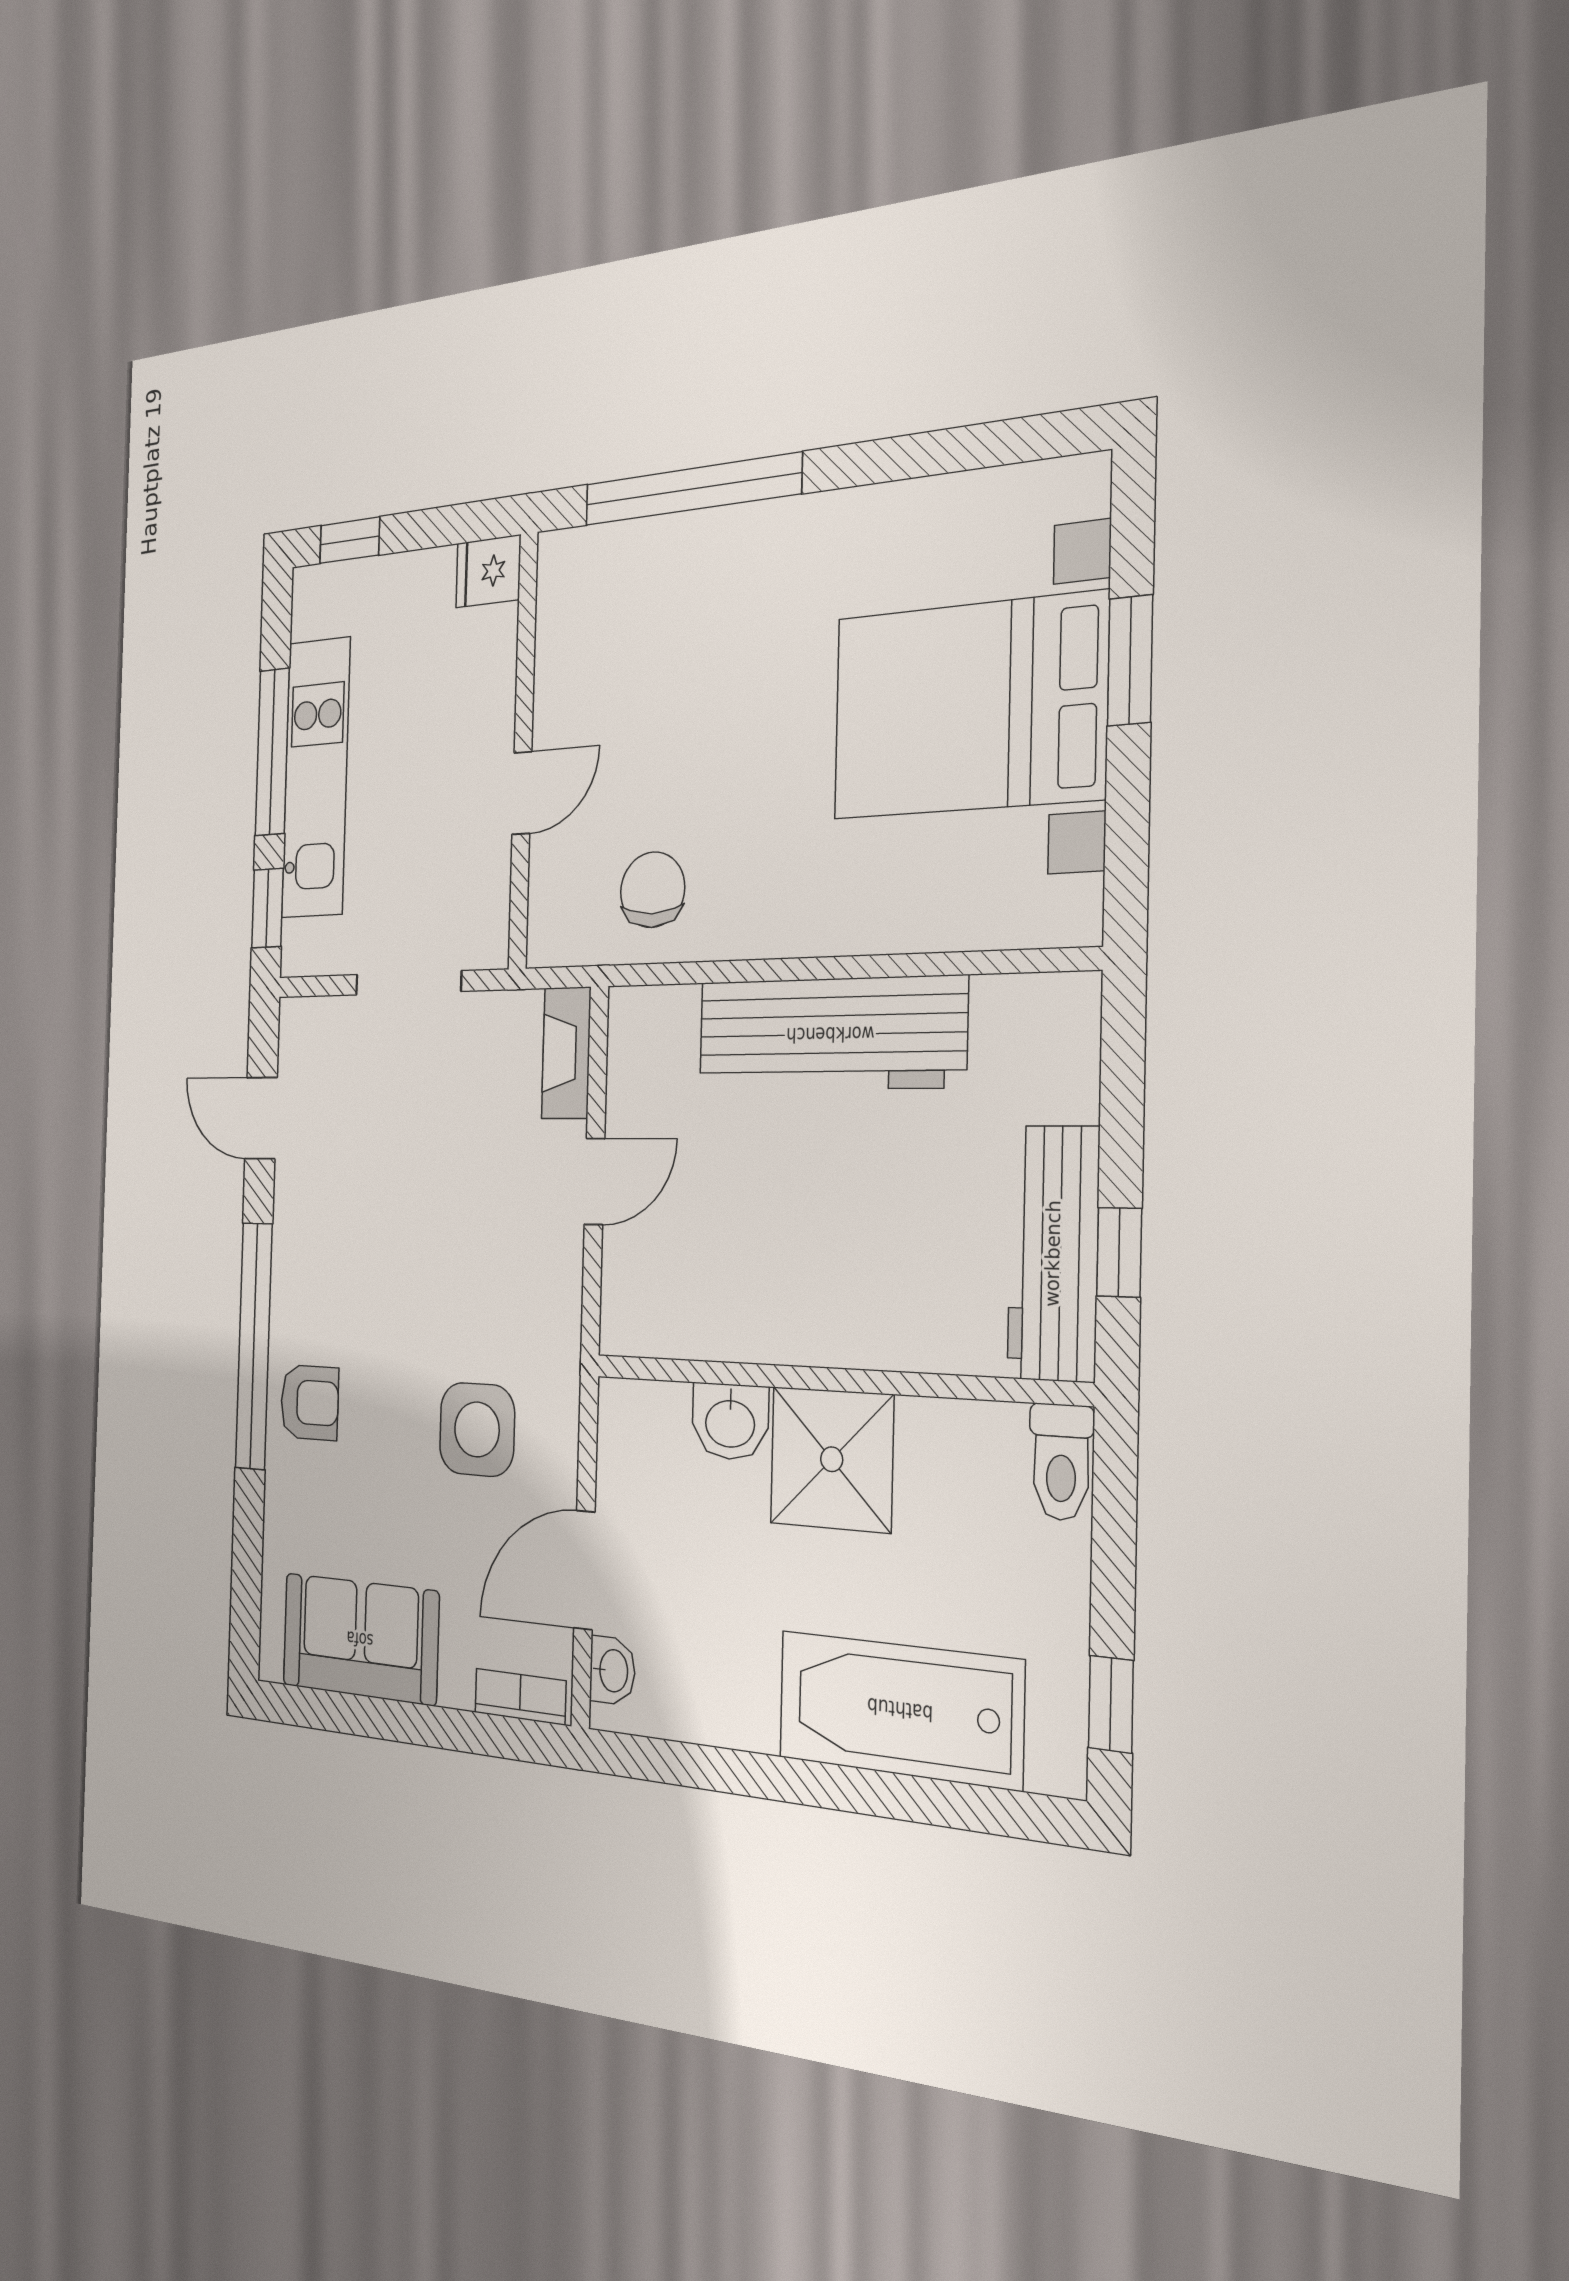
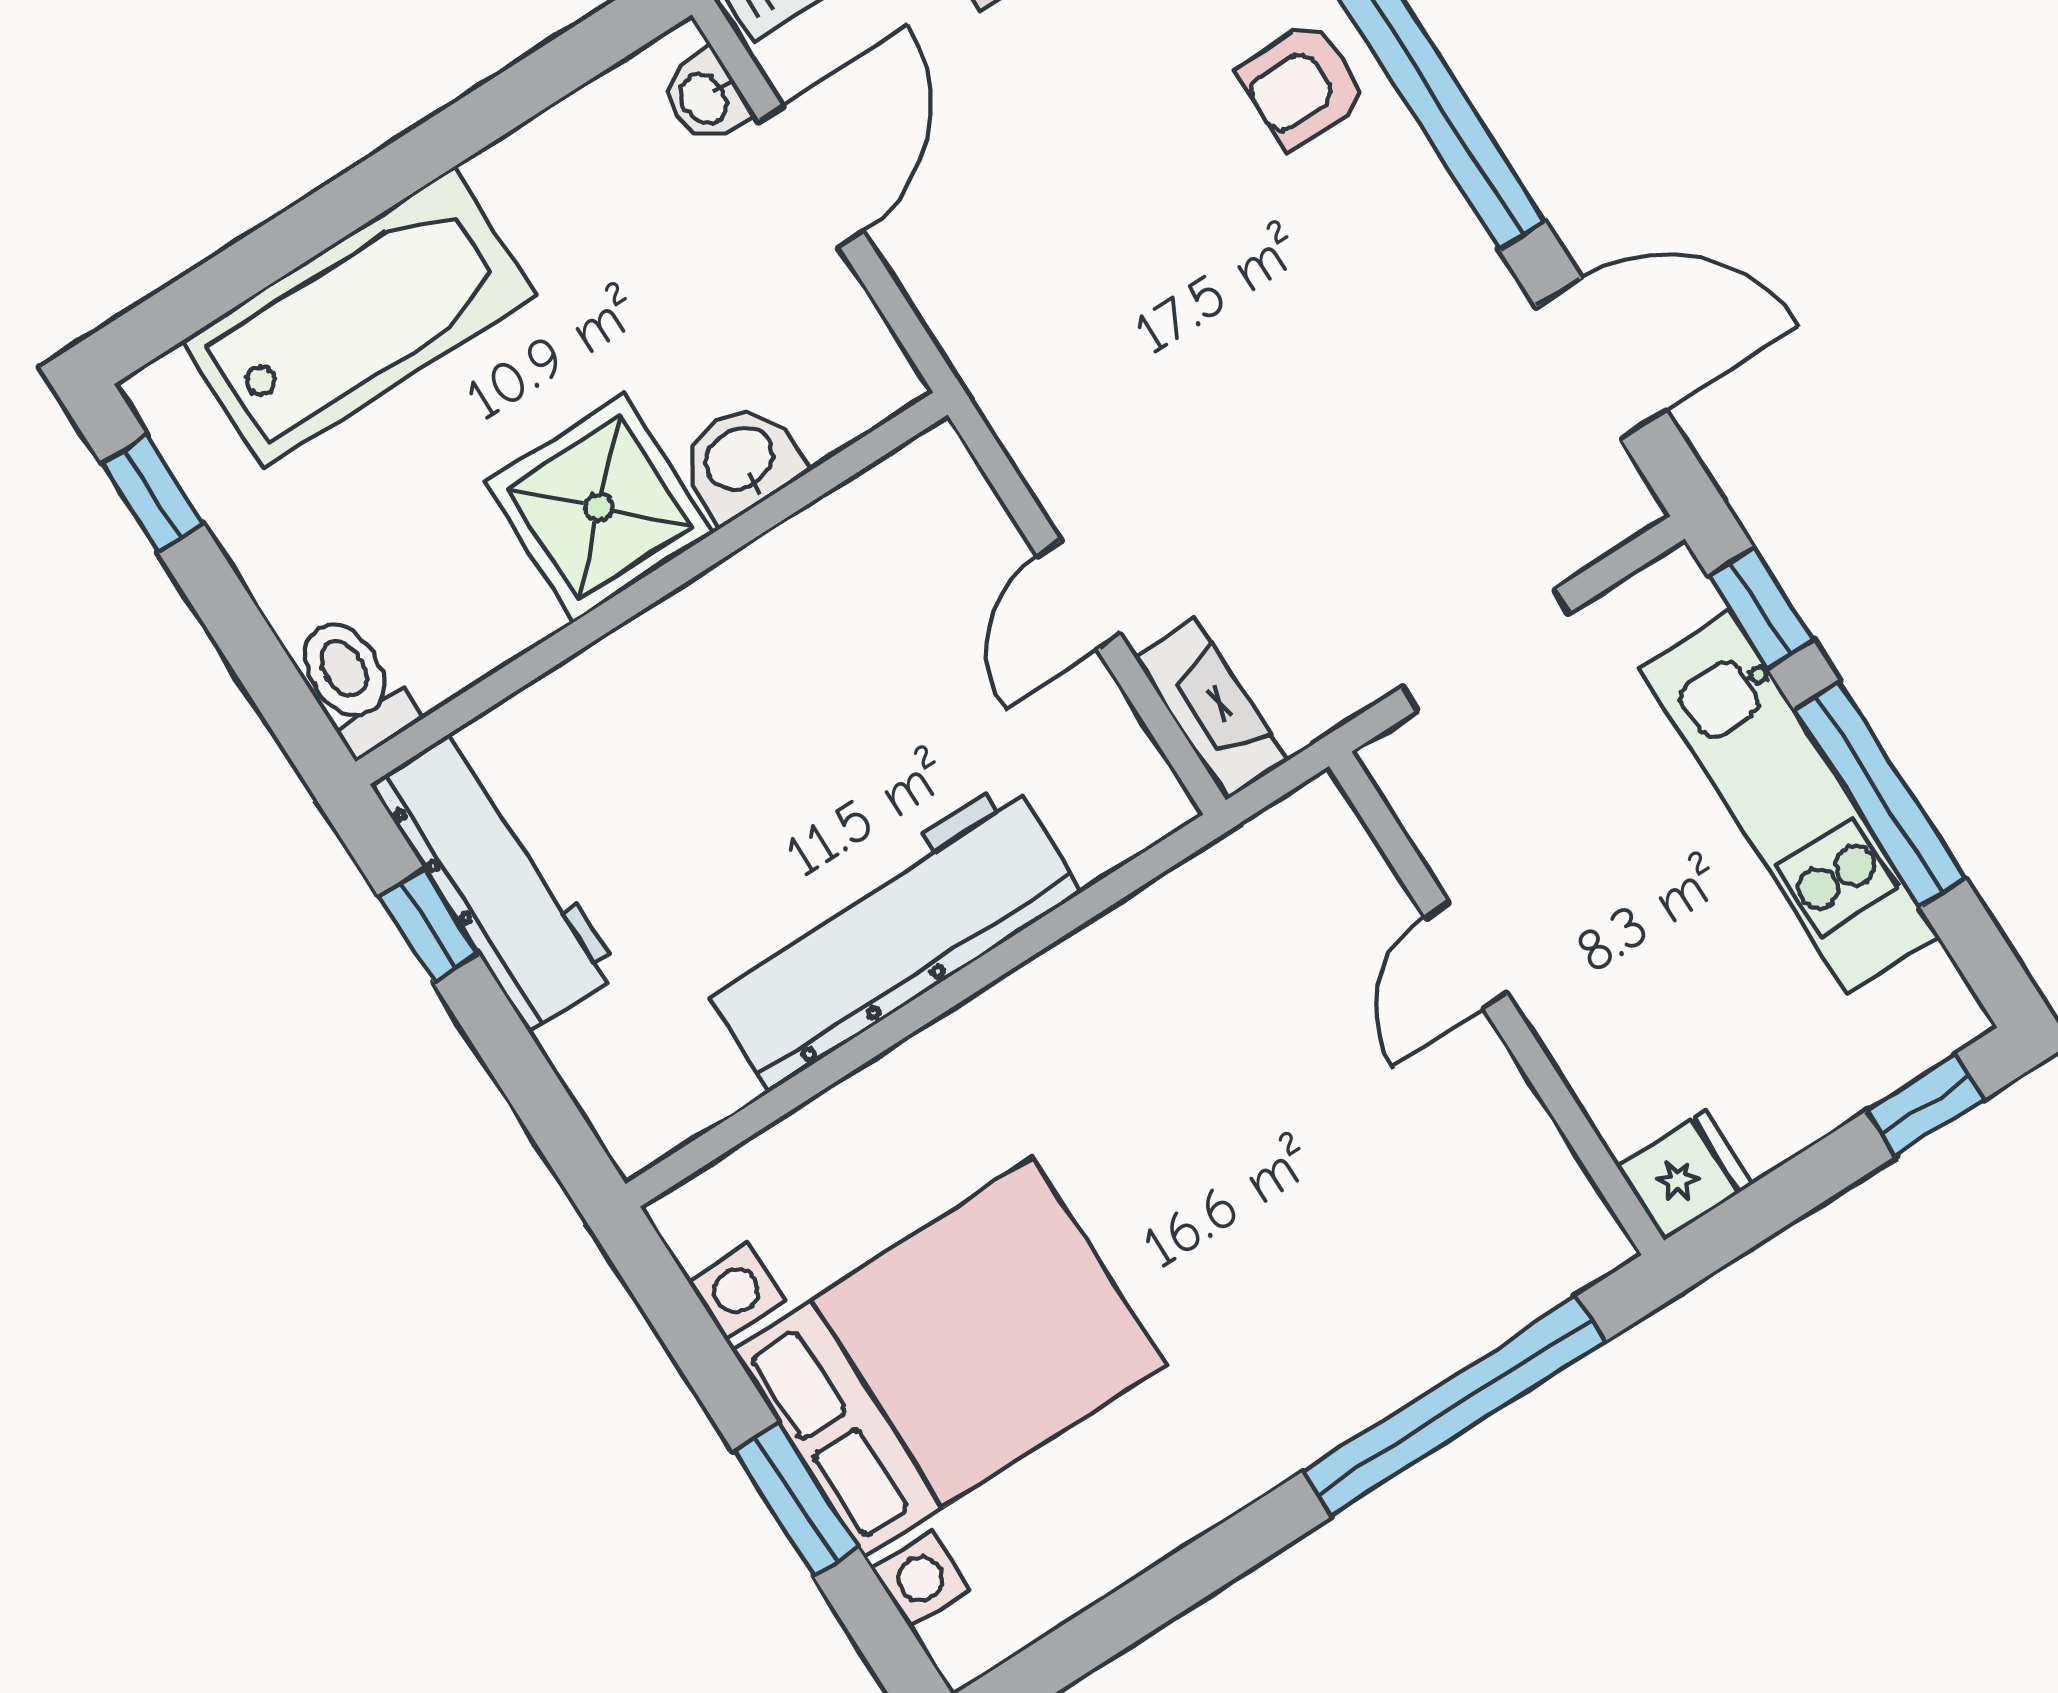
chair: (653, 890) -> (1215, 952), removed
door: (261, 1118) -> (1601, 359), width x1.38
side table: (477, 1429) -> (1051, 223), removed

